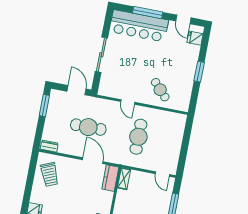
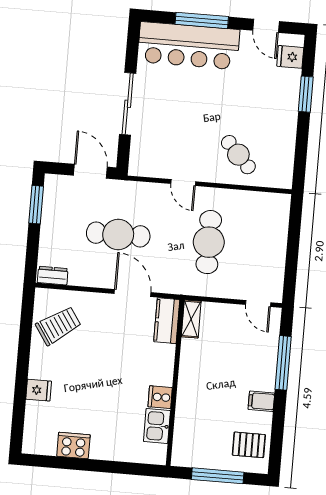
window: (199, 72) -> (306, 94), moved
trolley: (49, 174) -> (58, 326), turned -101

